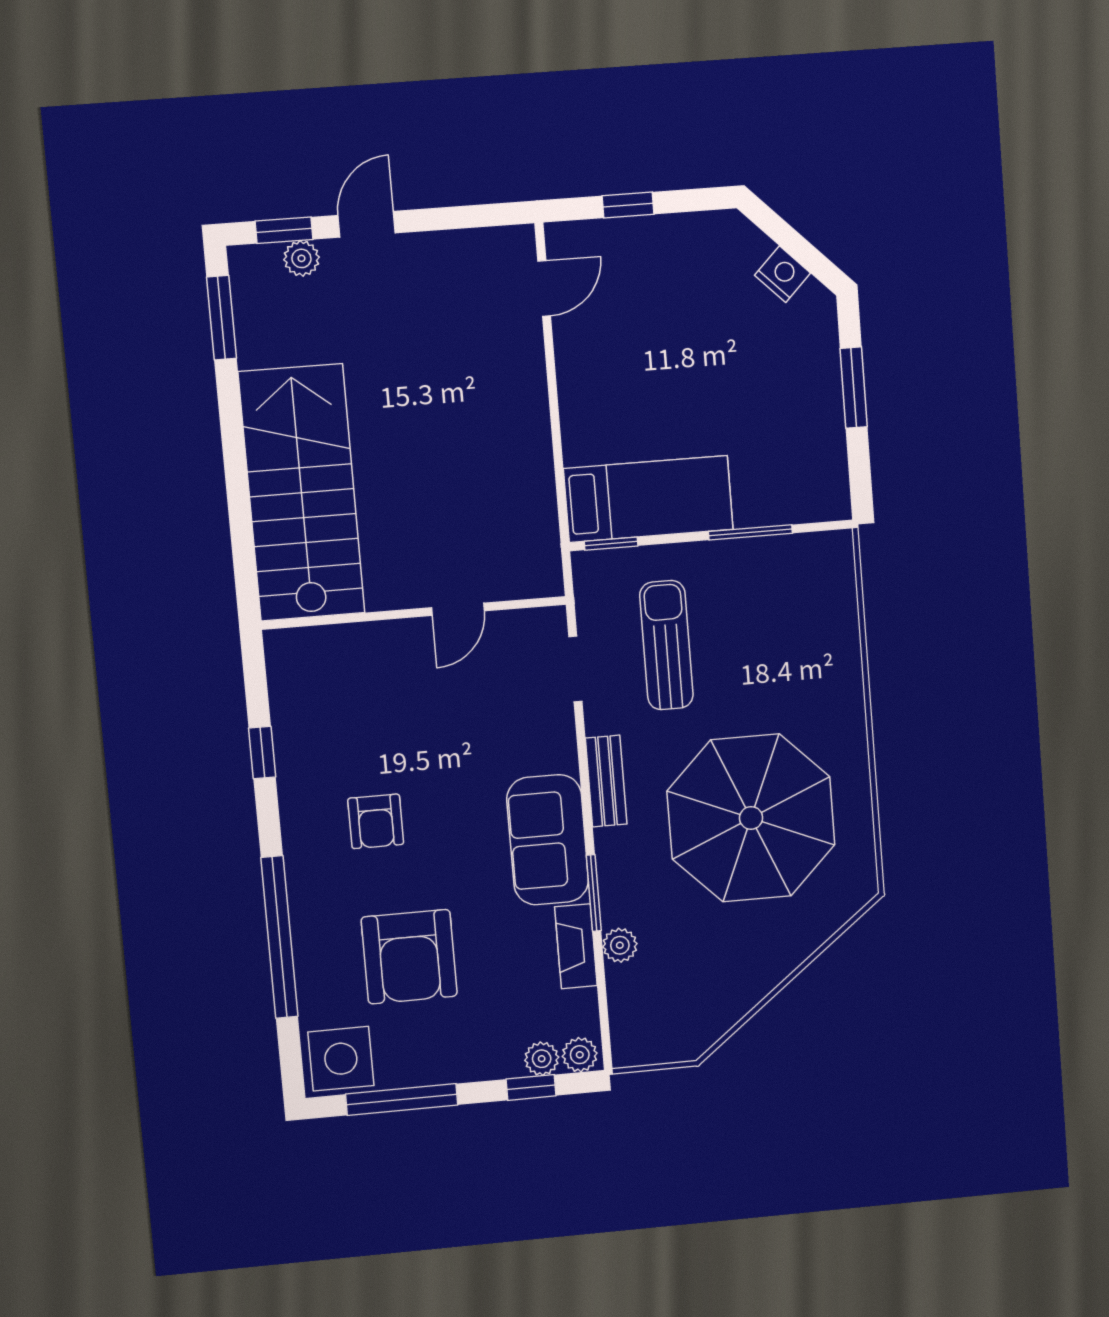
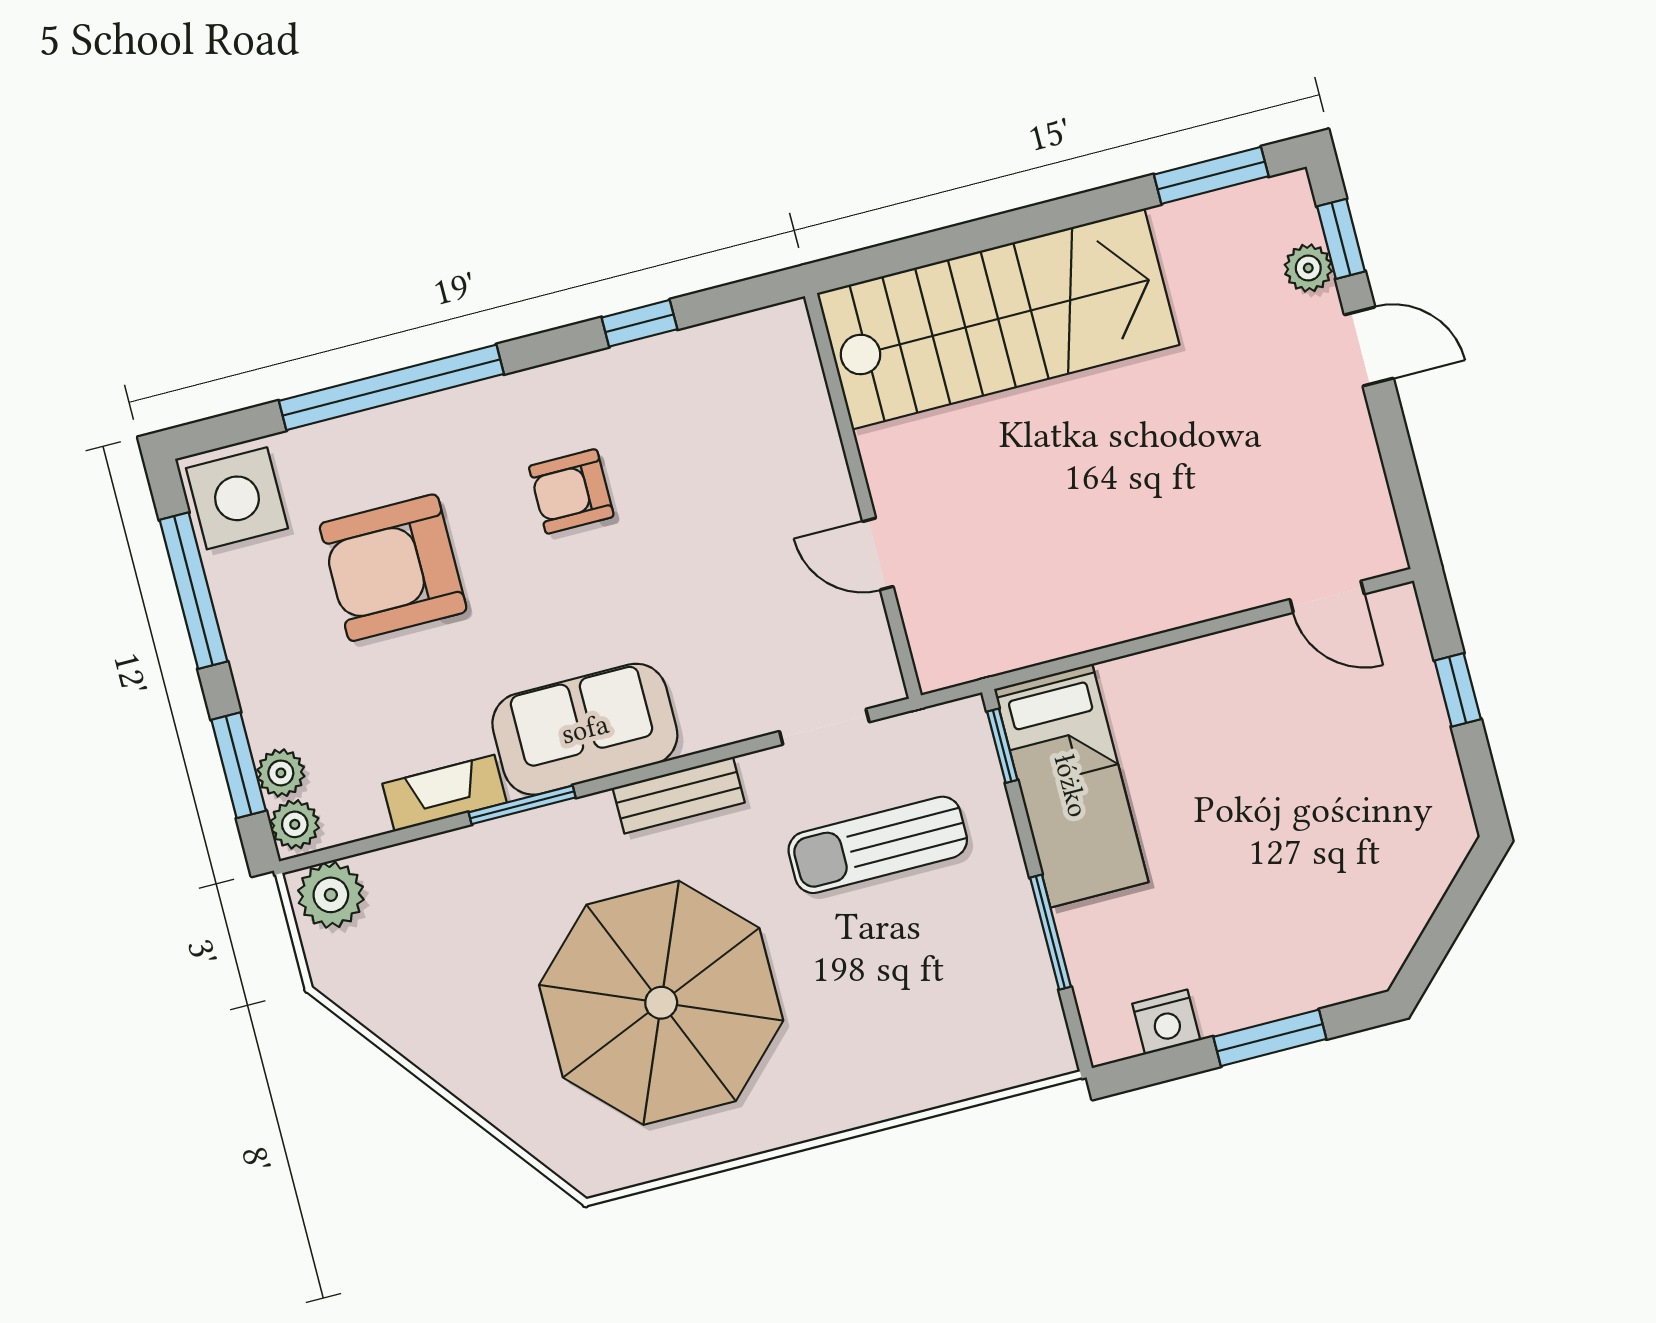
nightstand: (783, 274) -> (1166, 1022), moved, turned 45
sun lounger: (666, 645) -> (878, 845), turned 180
plant: (620, 945) -> (331, 895), moved, width x1.38, depth x1.38
window: (531, 1087) -> (239, 765), width x1.50

